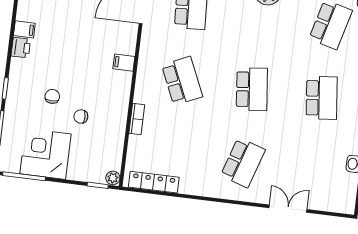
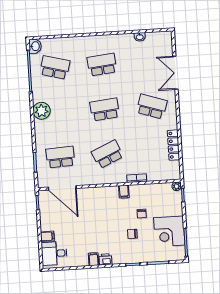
filing cabinet: (124, 63) -> (124, 192), moved
locker: (154, 182) -> (173, 145), moved
double door: (288, 209) -> (175, 73), width x1.37

